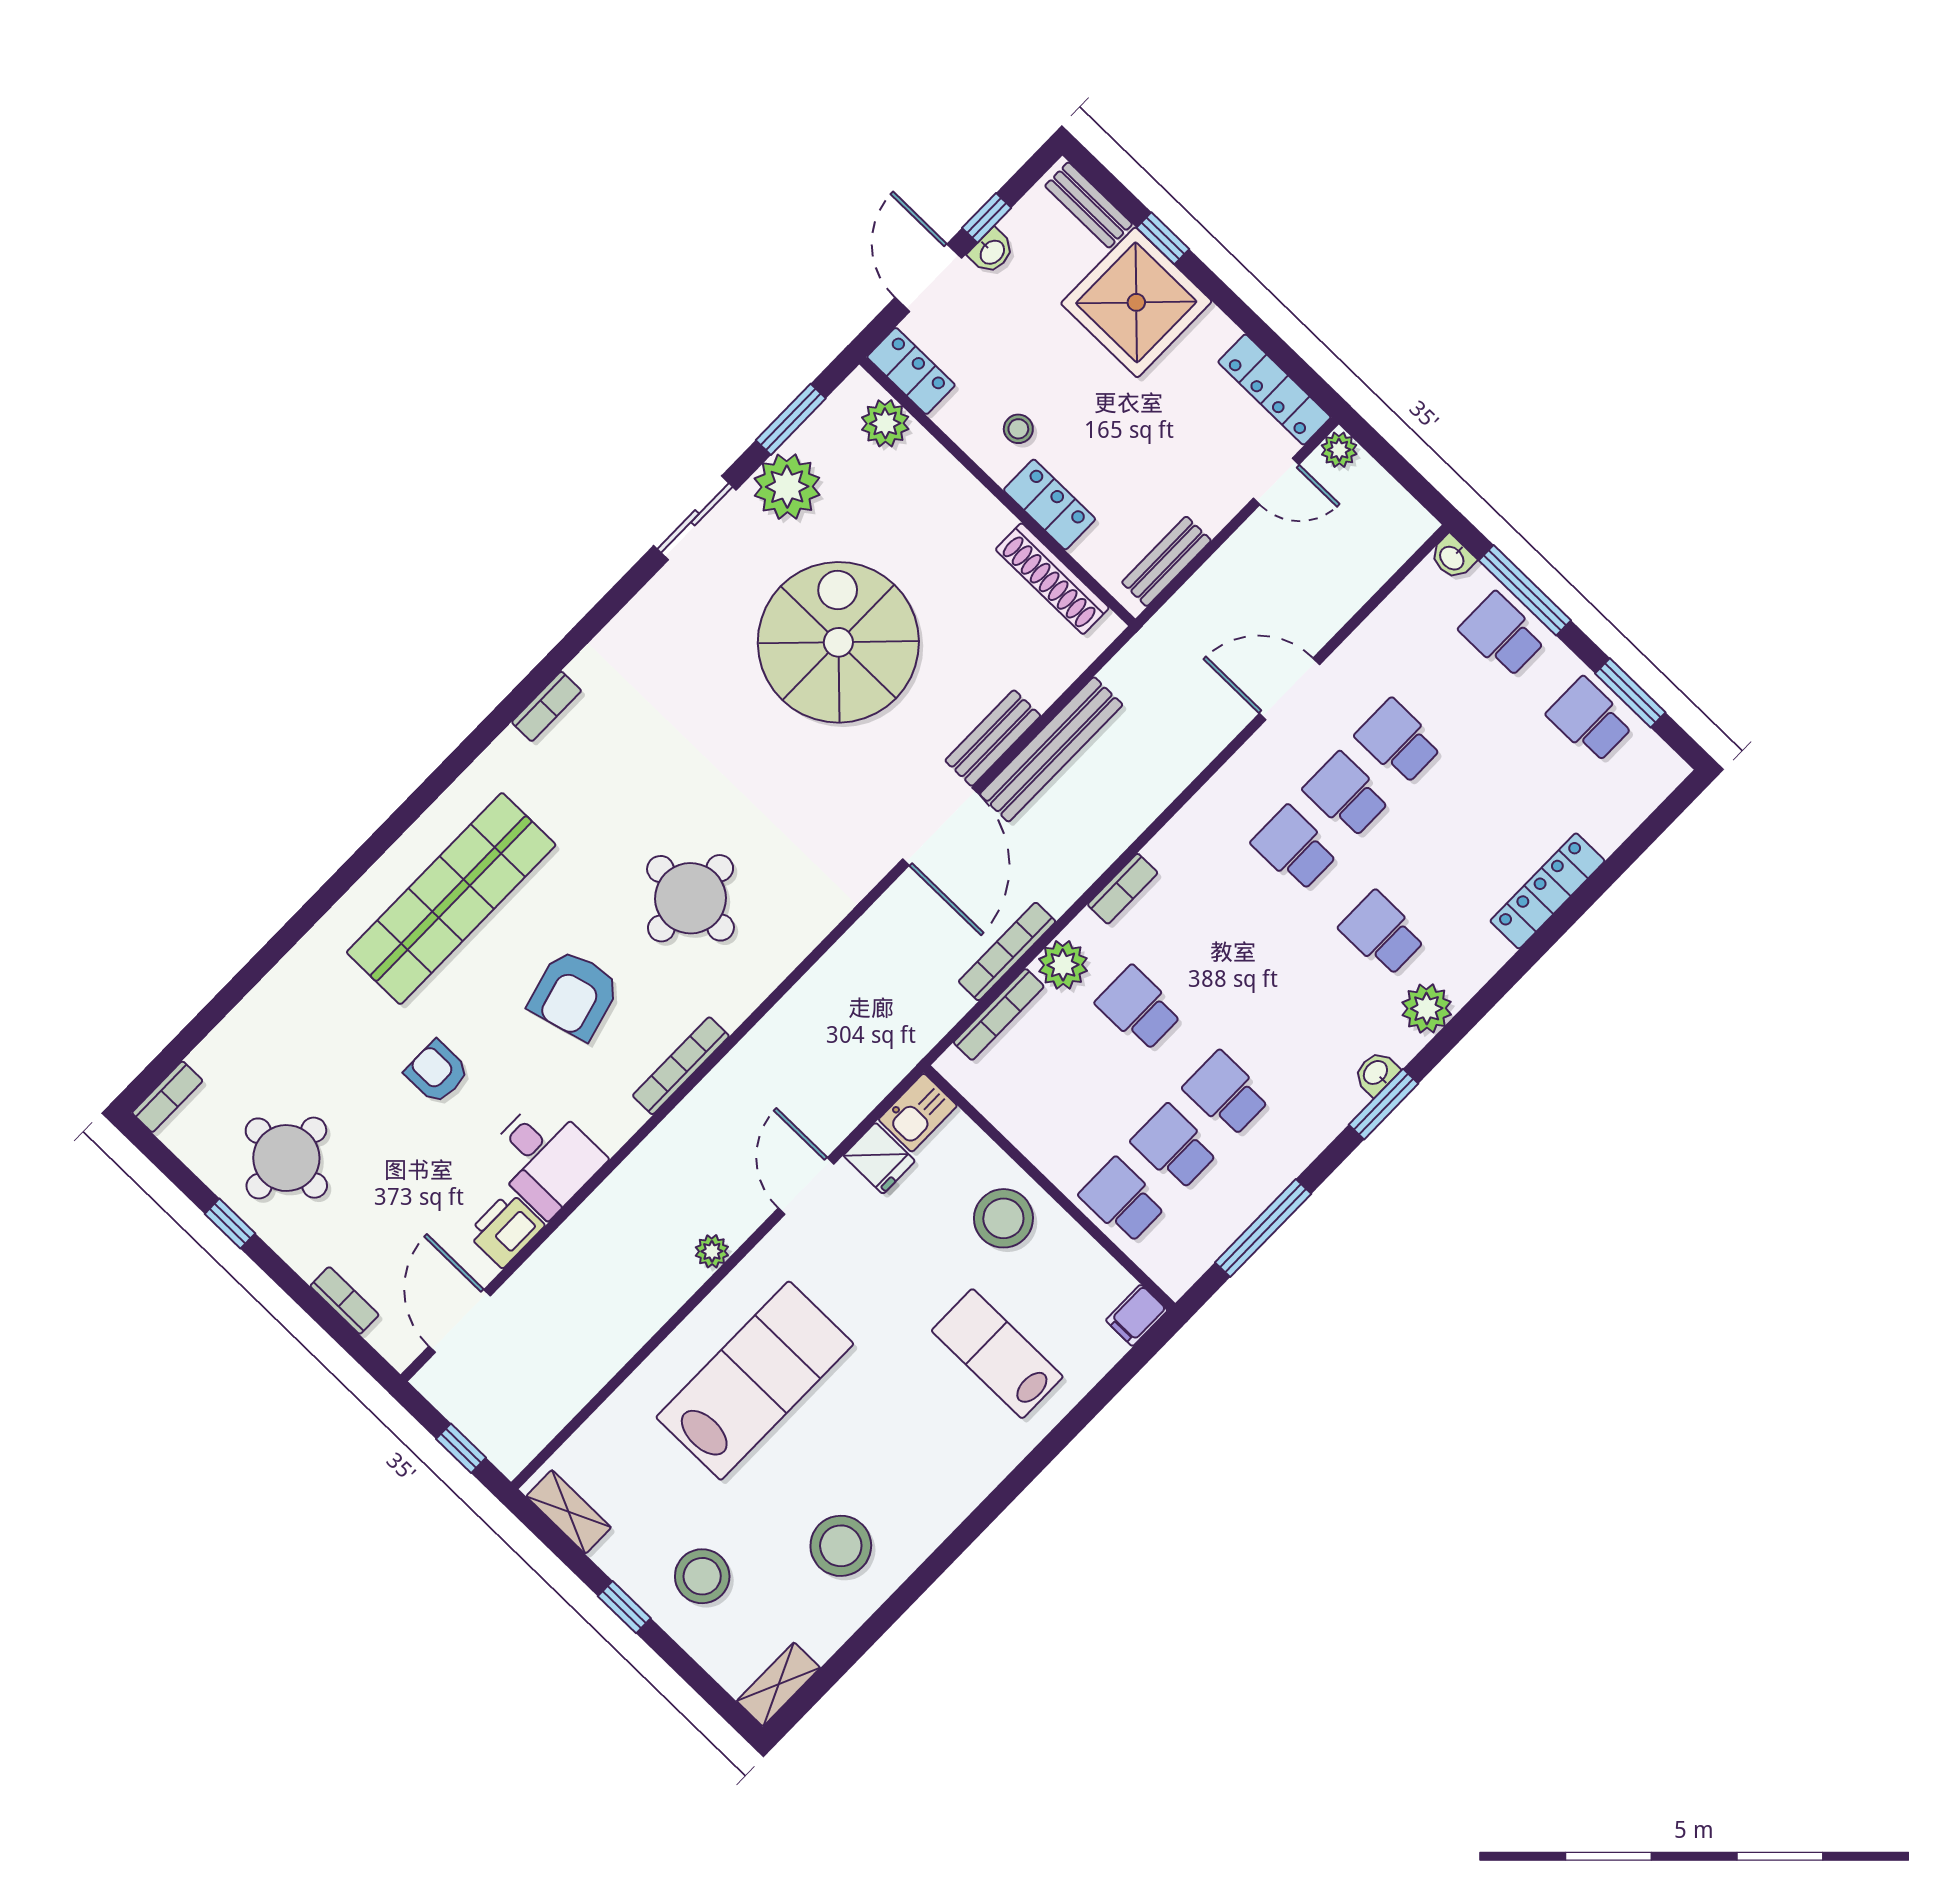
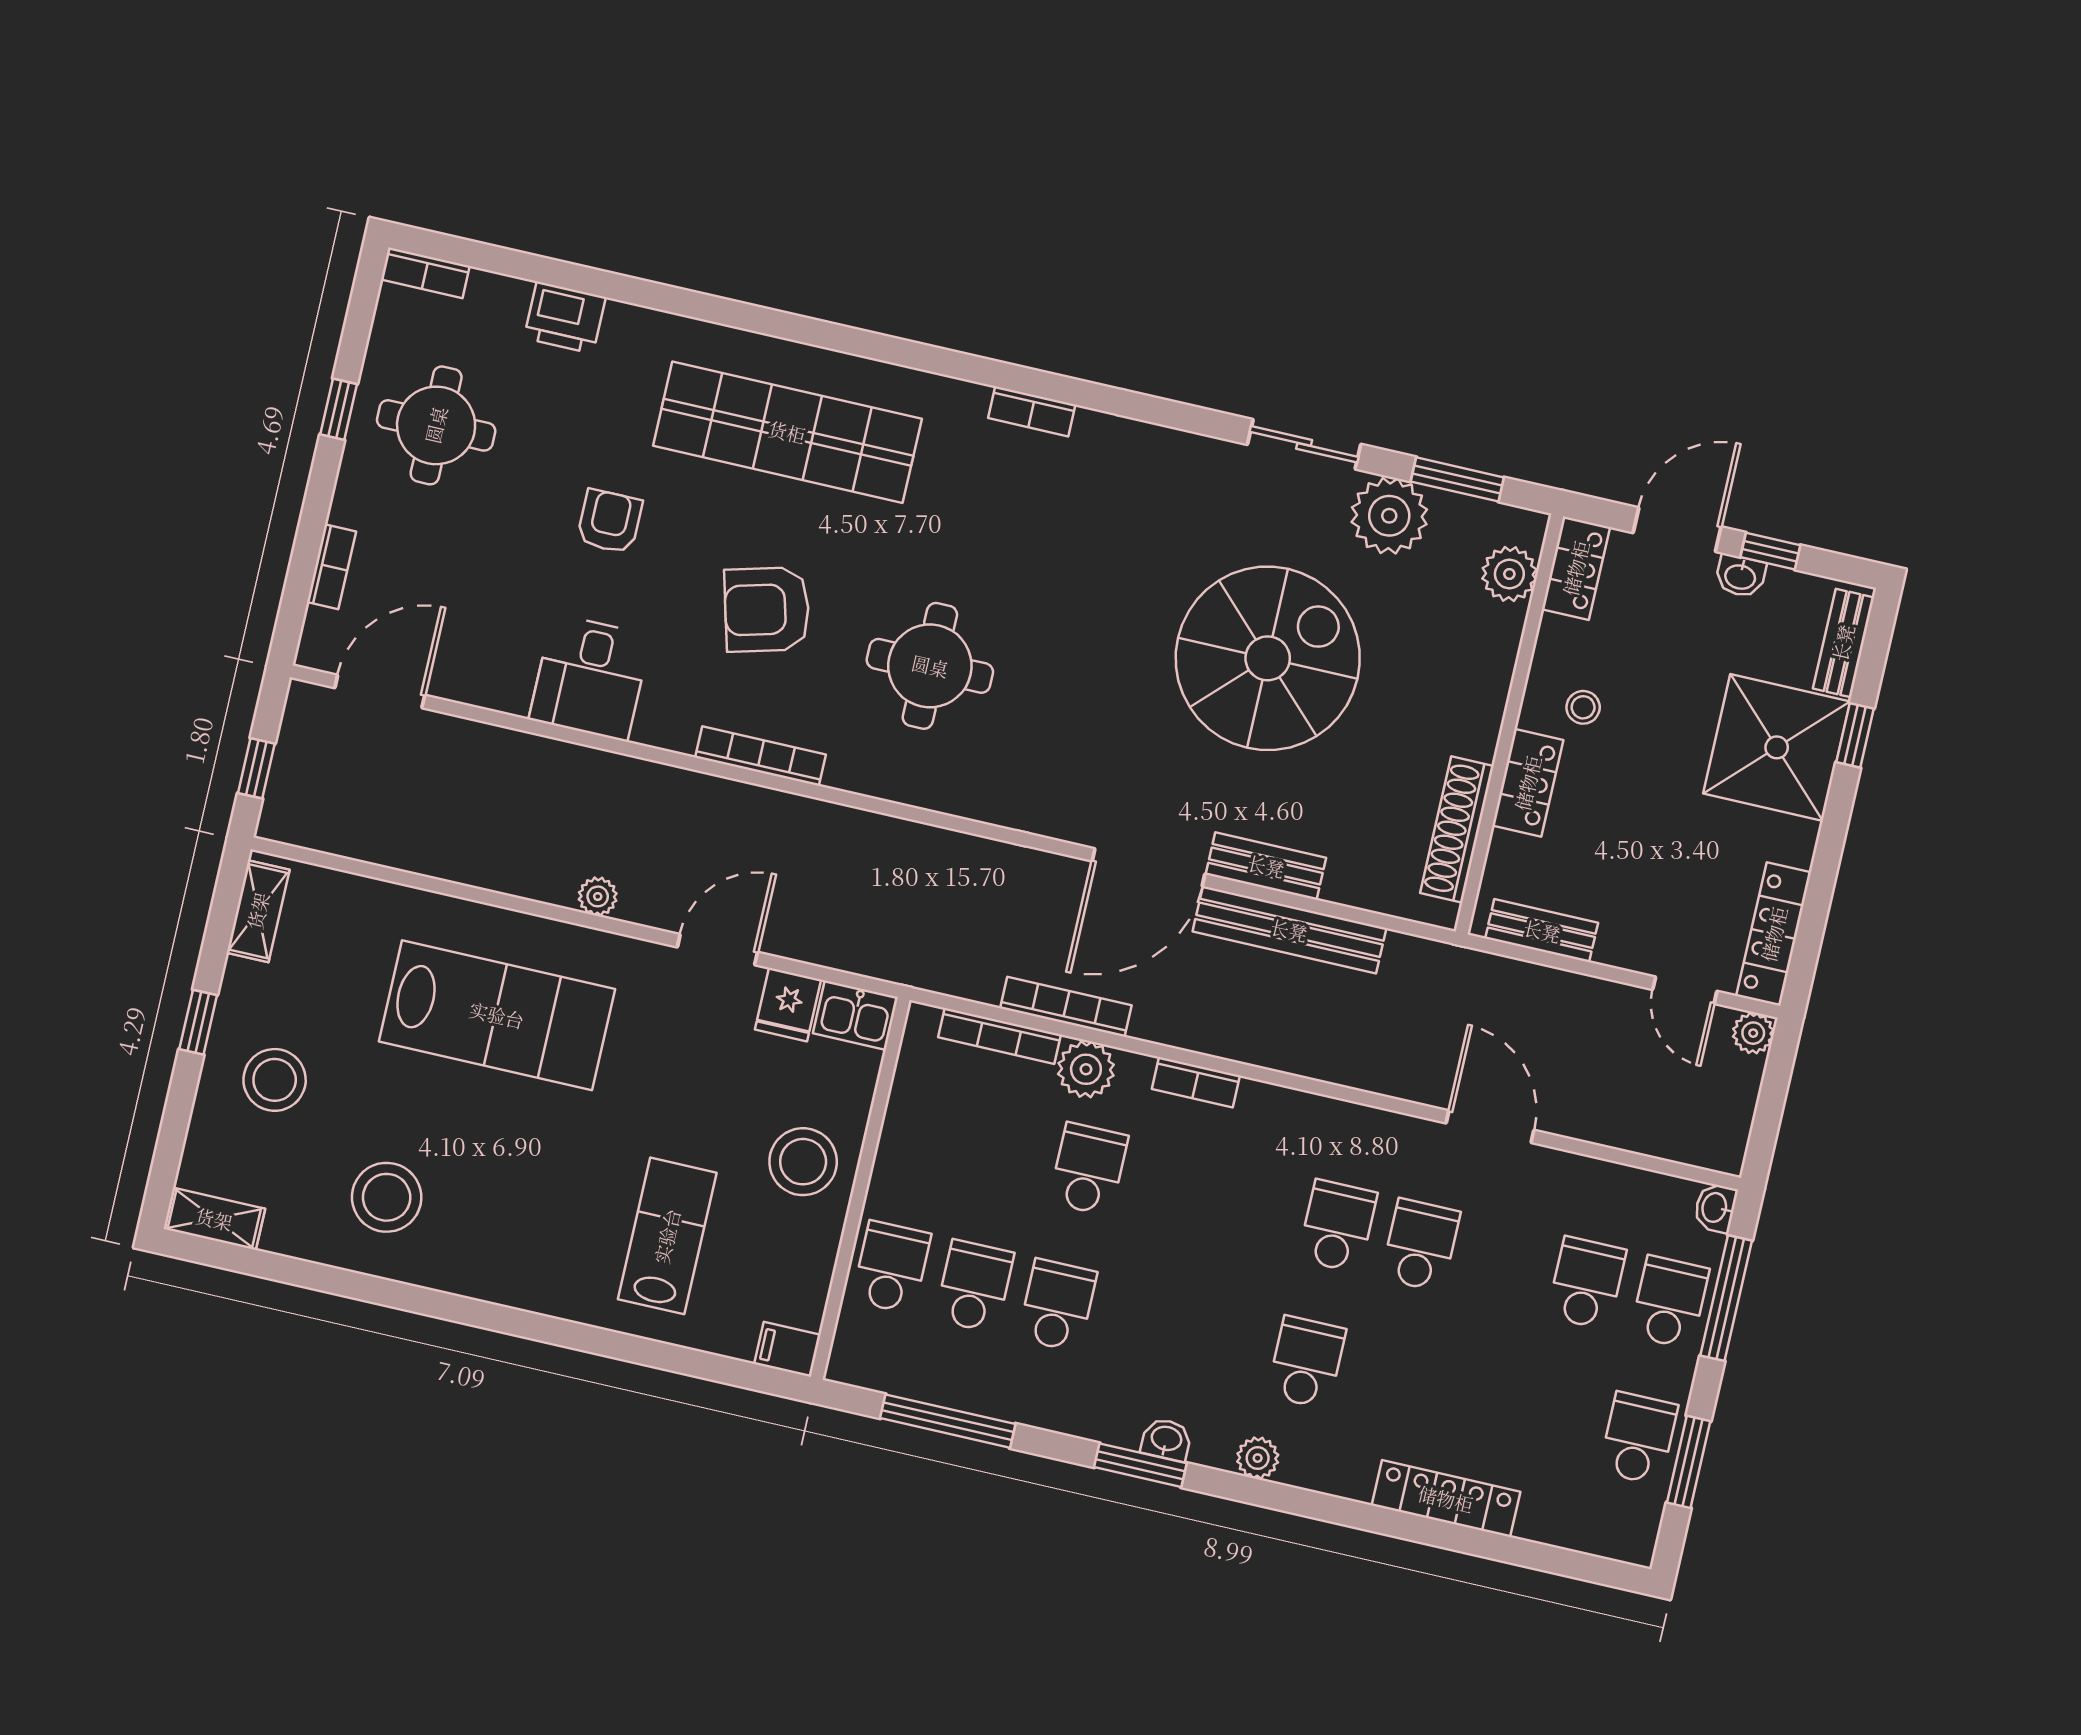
school desk: (1398, 741) -> (1587, 1283), moved
plant: (1427, 1008) -> (1258, 1458), width x0.73, depth x0.73
printer: (506, 1229) -> (565, 318), moved, turned 180

